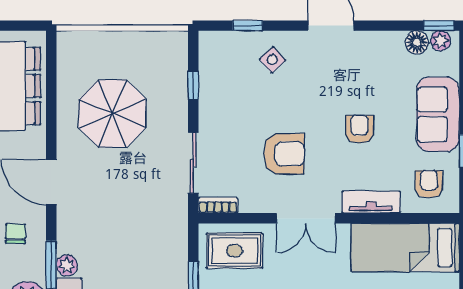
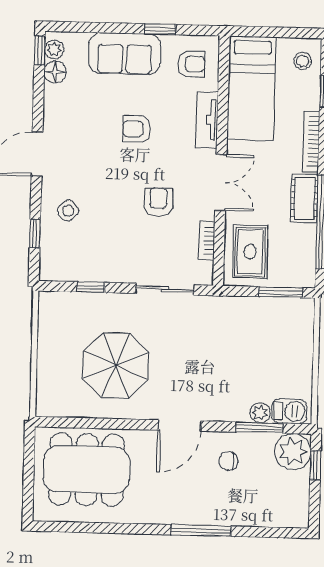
armchair: (284, 154) -> (158, 202), width x0.72, depth x0.72
armchair: (429, 184) -> (191, 64), turned 180
bookcase: (218, 205) -> (207, 241), moved

